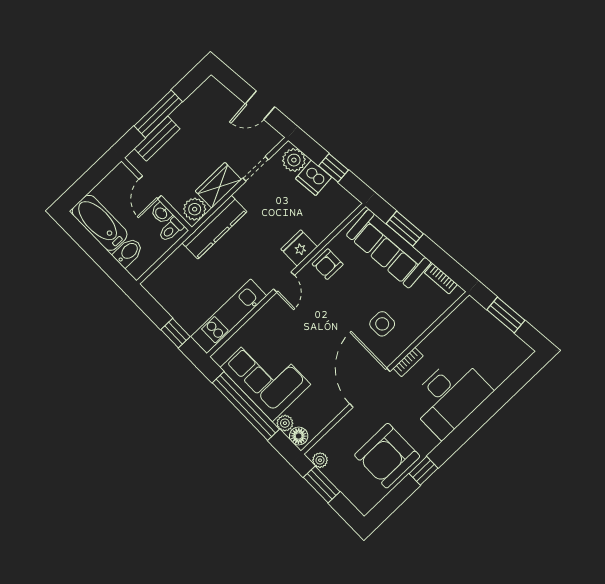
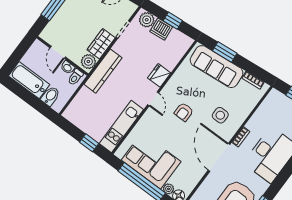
bench: (157, 139) -> (57, 20), removed
armchair: (328, 264) -> (184, 112), moved

